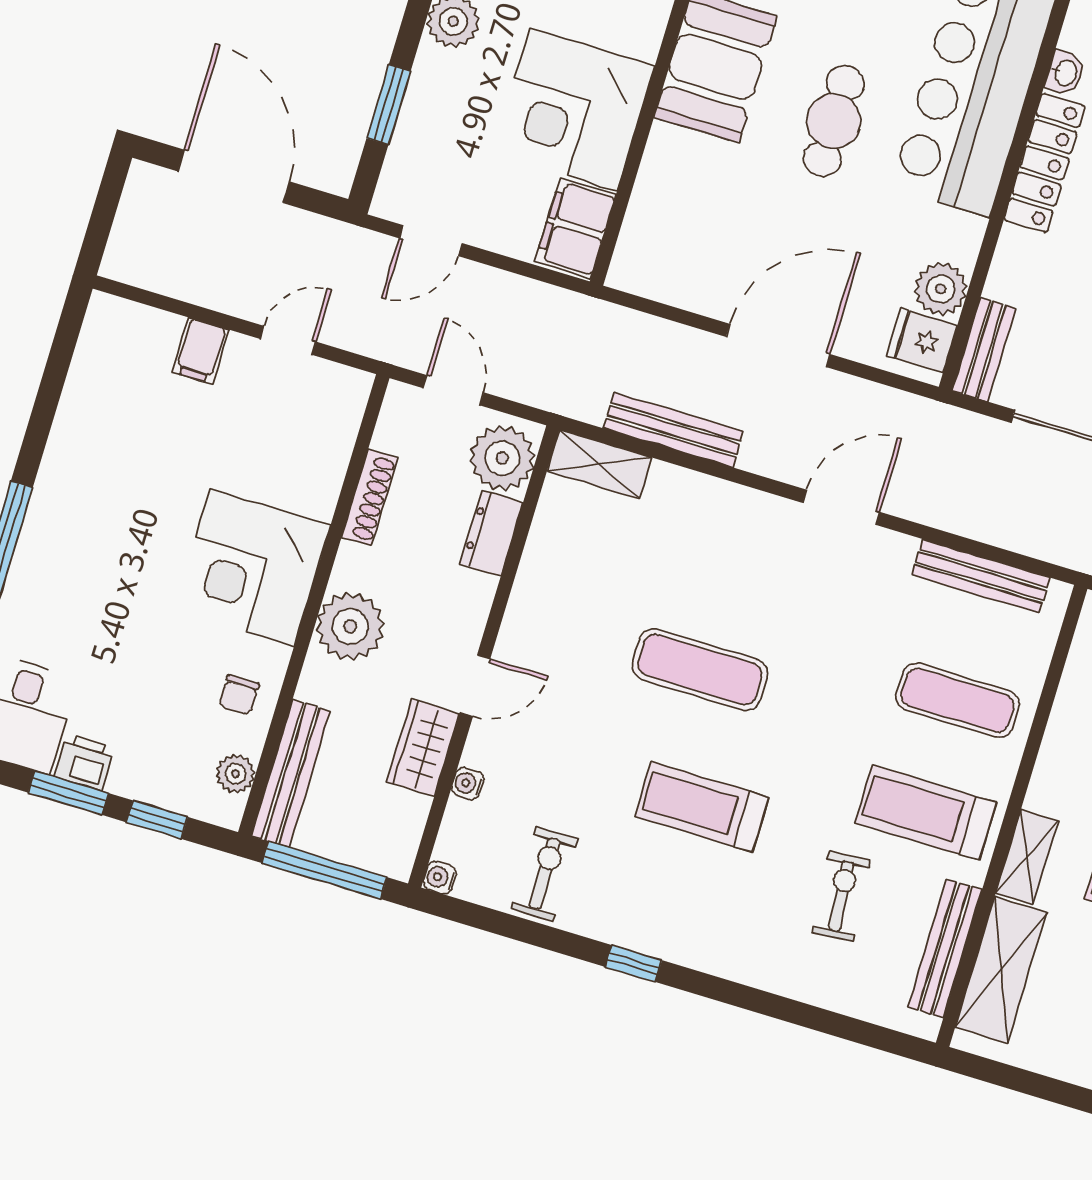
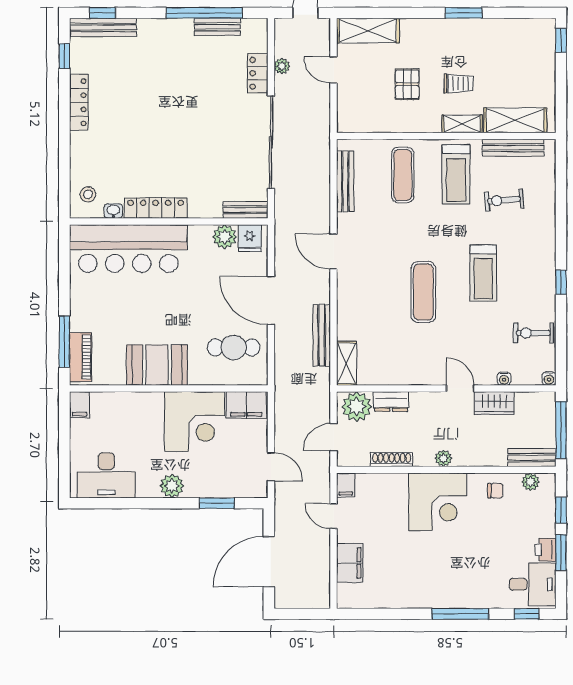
cafe table: (834, 121) -> (234, 347), moved
filing cabinet: (200, 351) -> (350, 563), width x2.00
filing cabinet: (345, 385) -> (346, 485), added
plant: (350, 626) -> (443, 458), width x0.53, depth x0.53
bench: (291, 774) -> (532, 458), width x0.73

